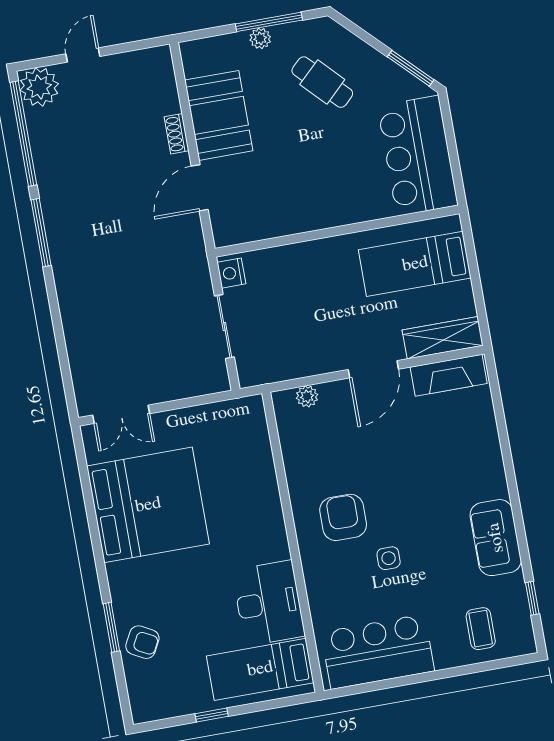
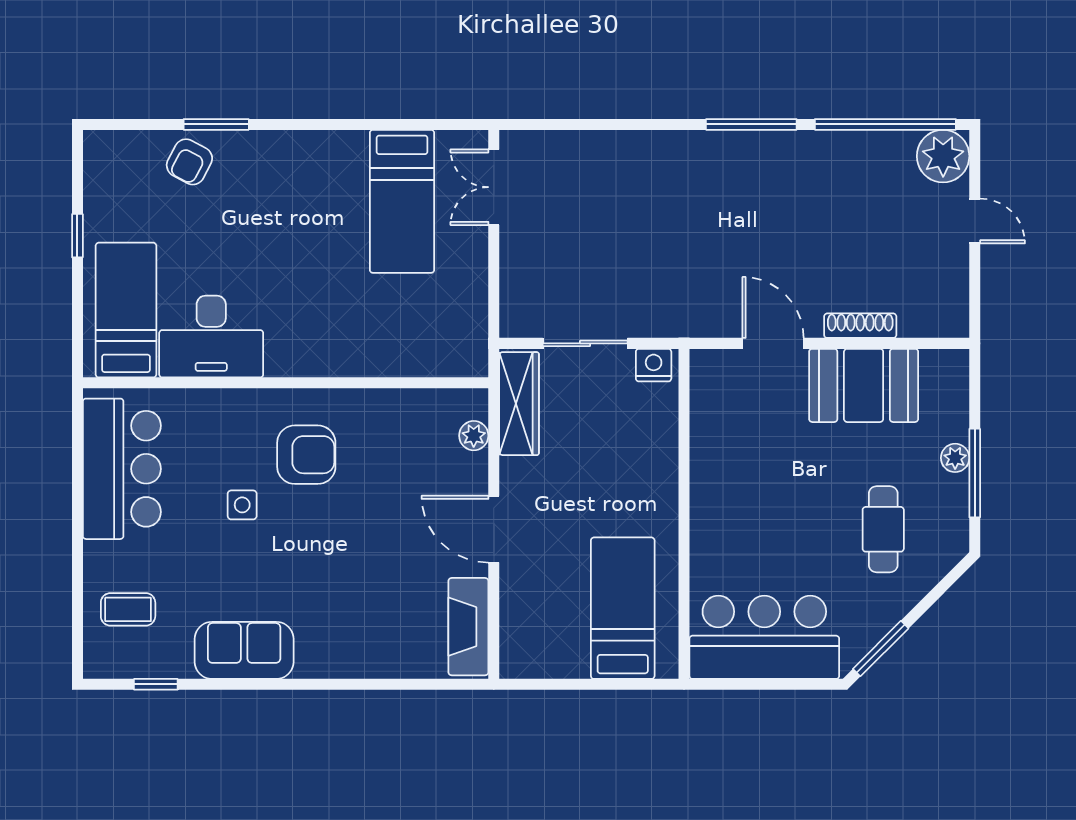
cafe table: (322, 82) -> (883, 529), turned -46
shoe rack: (177, 134) -> (860, 326), width x1.43
wardrobe: (443, 338) -> (519, 404), moved
bed: (148, 505) -> (402, 201), width x0.49

